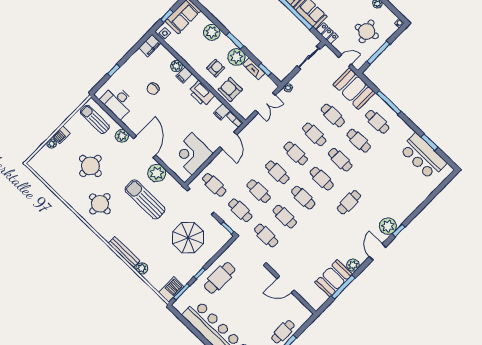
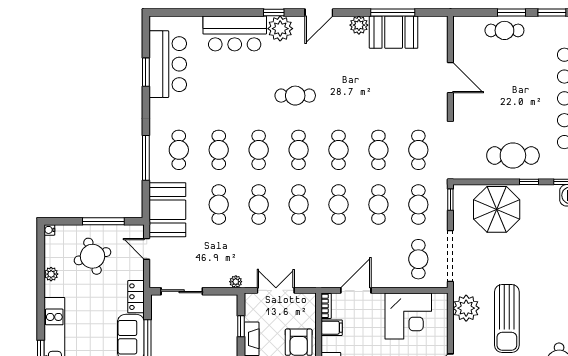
plant: (157, 173) -> (466, 308), moved
bar counter: (407, 202) -> (235, 33), added
parasol: (188, 238) -> (497, 209), moved

